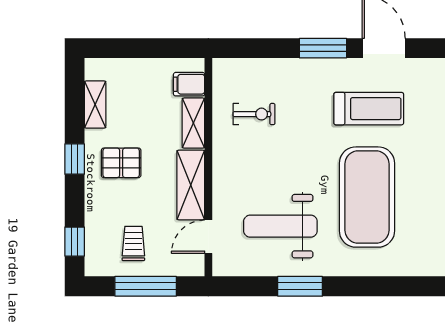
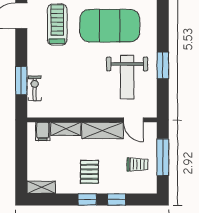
window: (323, 48) -> (21, 81), moved
shelving: (95, 104) -> (41, 187), moved
exercise bike: (254, 114) -> (35, 88), moved
window: (75, 242) -> (117, 199), moved
trolley: (133, 243) -> (137, 165), turned 180

